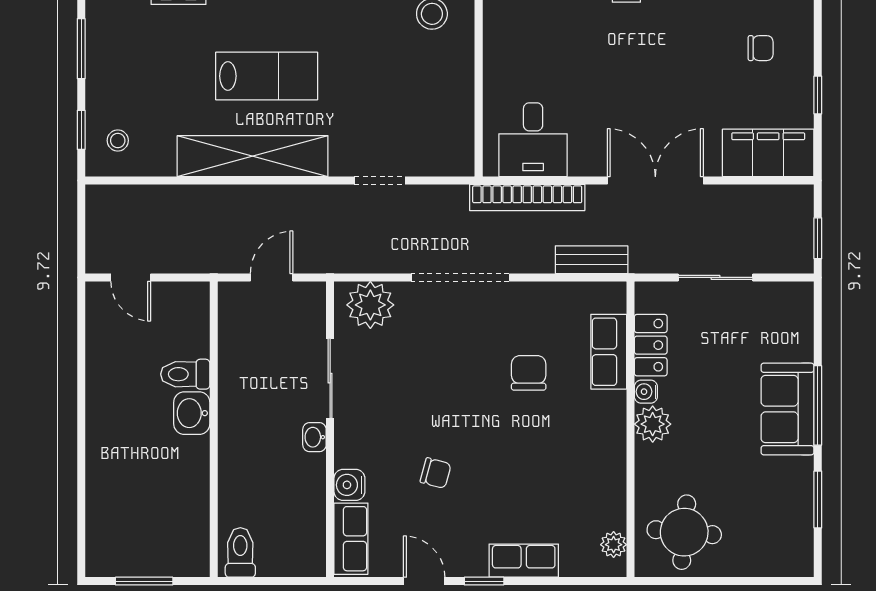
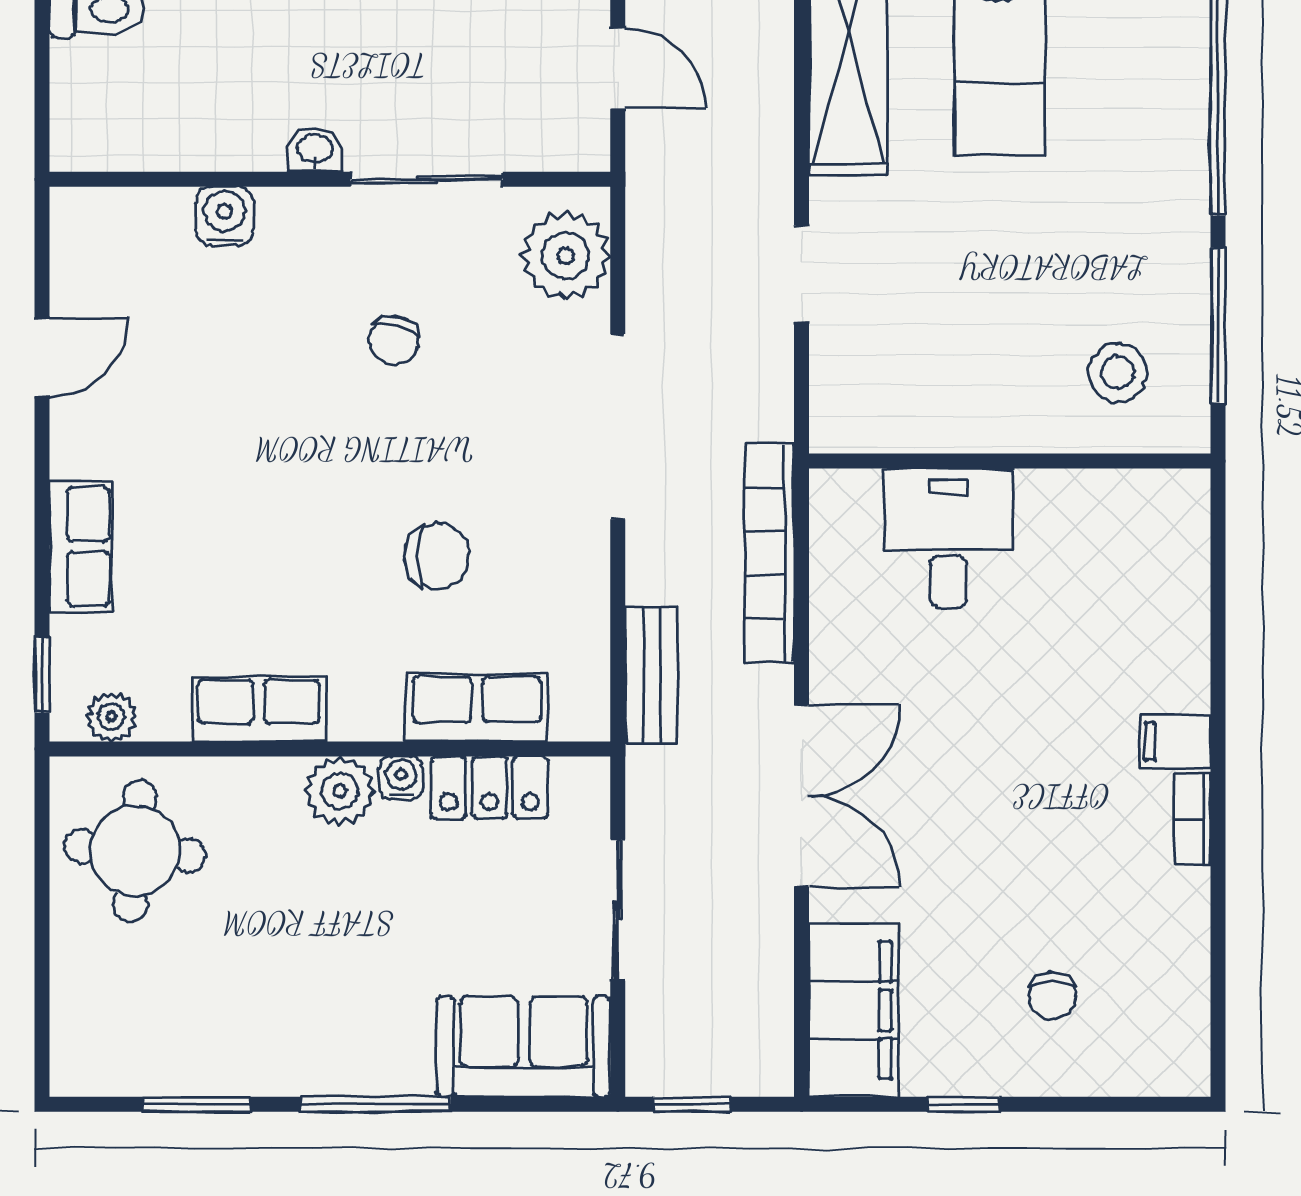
desk: (533, 140) -> (948, 538), moved, turned 90
sofa: (787, 409) -> (524, 1047), moved
chair: (436, 473) -> (394, 341), moved
row of seats: (351, 539) -> (259, 709), moved, turned 180
window: (484, 581) -> (42, 675), moved

